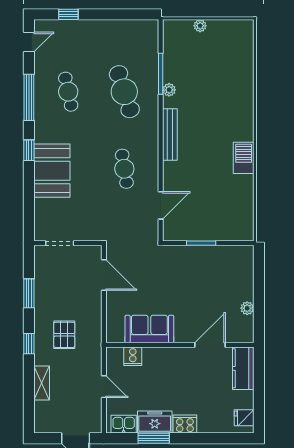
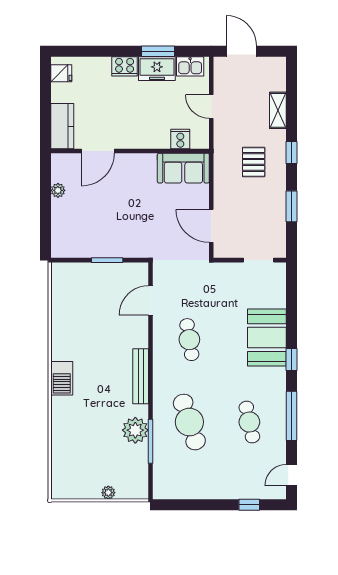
plant: (169, 90) -> (135, 430), width x1.88, depth x1.88
barbecue: (244, 158) -> (62, 378), moved
sofa: (149, 329) -> (183, 168), moved

